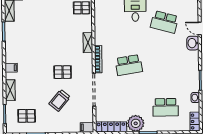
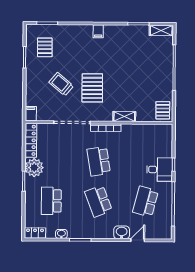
school desk: (165, 65) -> (98, 201), added
pallet: (63, 72) -> (92, 88), width x1.50, depth x1.42
shelving: (10, 90) -> (73, 30), removed

